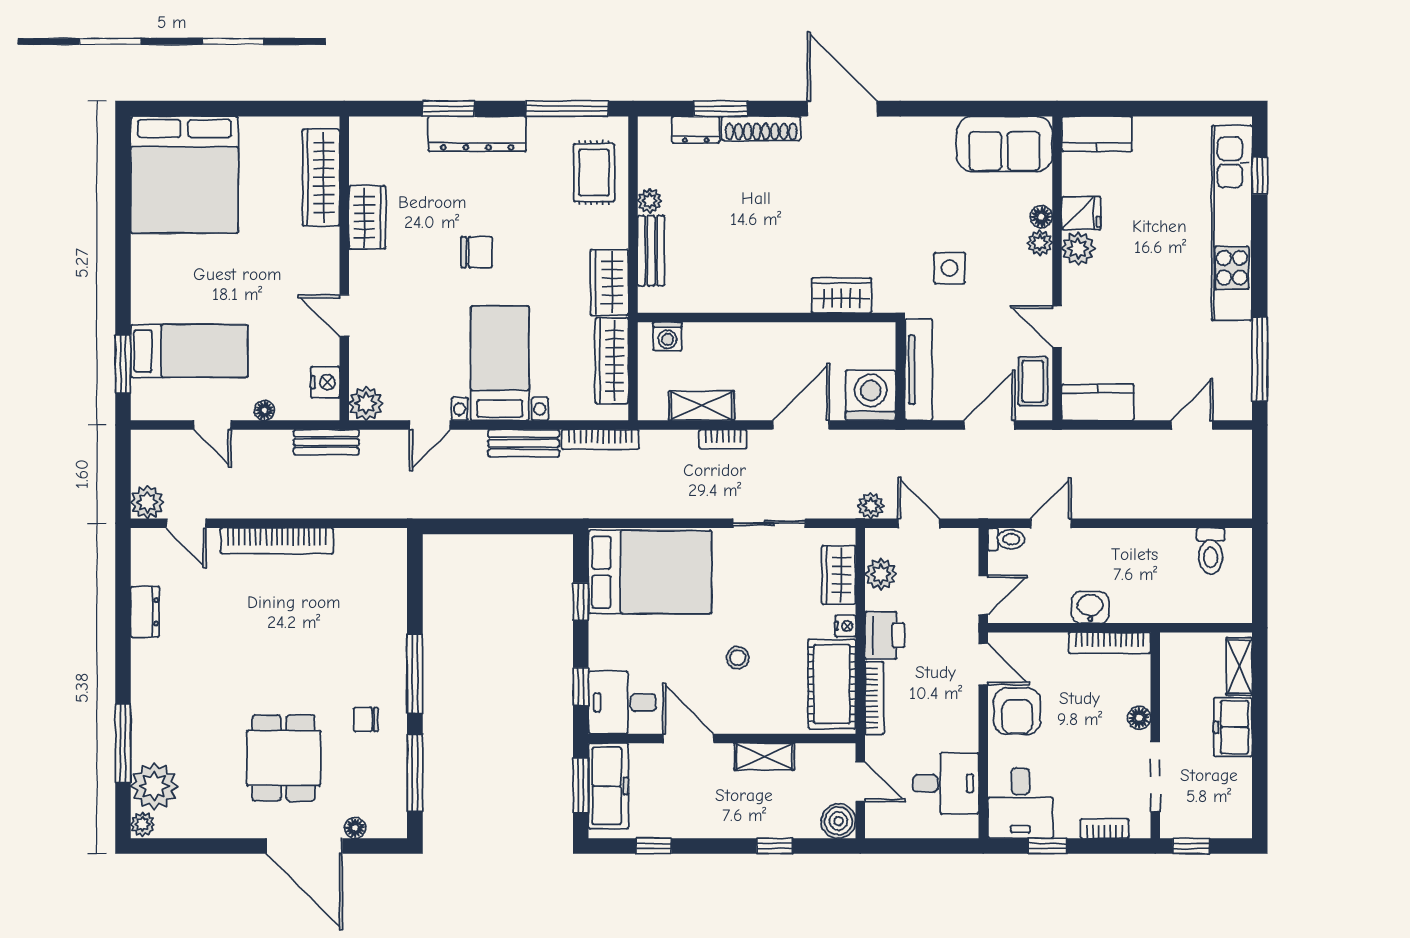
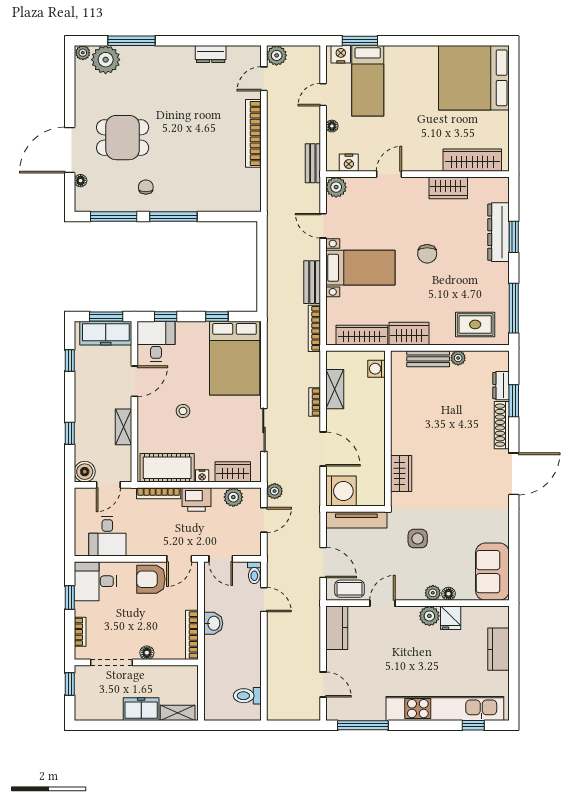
dresser: (477, 134) -> (498, 232), moved
kitchen counter: (1097, 134) -> (498, 649), moved
nightstand: (145, 396) -> (341, 54), added

